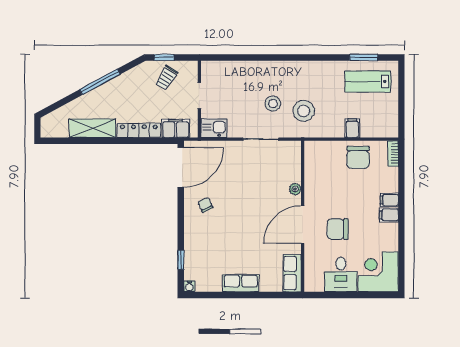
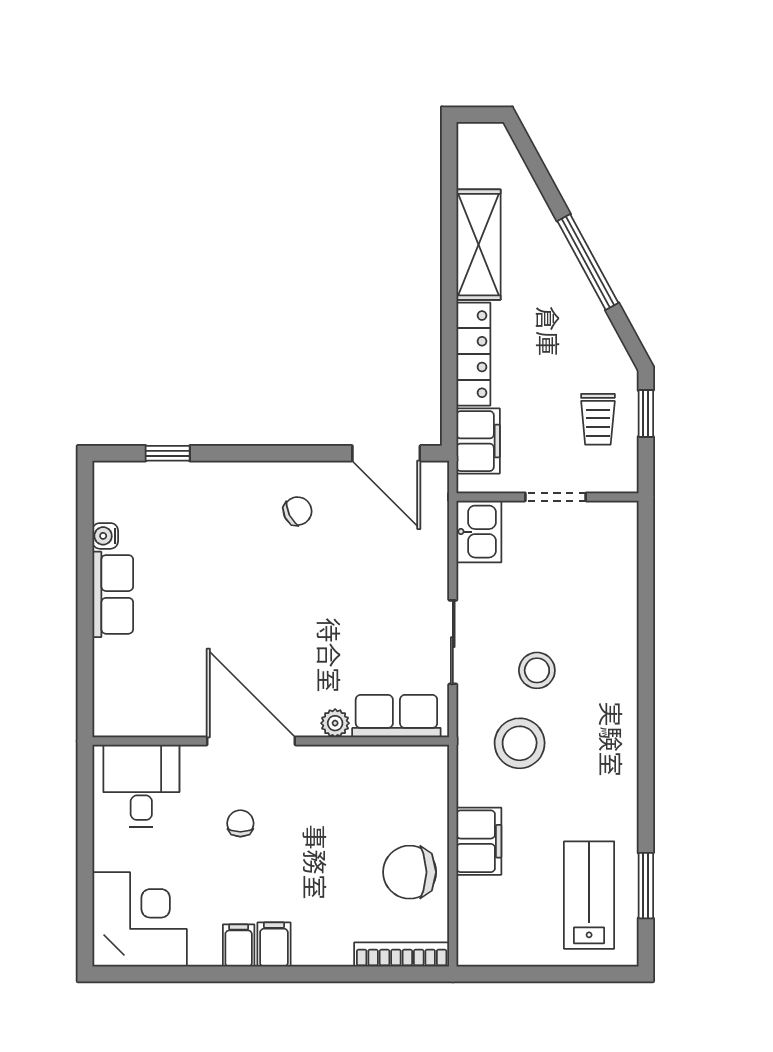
trolley: (166, 78) -> (598, 419), turned -122
filing cabinet: (352, 128) -> (479, 841), width x2.00
bookcase: (393, 154) -> (402, 955), width x1.56
door: (181, 167) -> (386, 453), width x0.73
filing cabinet: (389, 200) -> (239, 946), moved
chair: (338, 229) -> (240, 823), width x0.54, depth x0.54
row of seats: (292, 273) -> (396, 716), moved
desk: (341, 274) -> (141, 786), moved, turned 90
water cooler: (189, 286) -> (105, 536), moved

